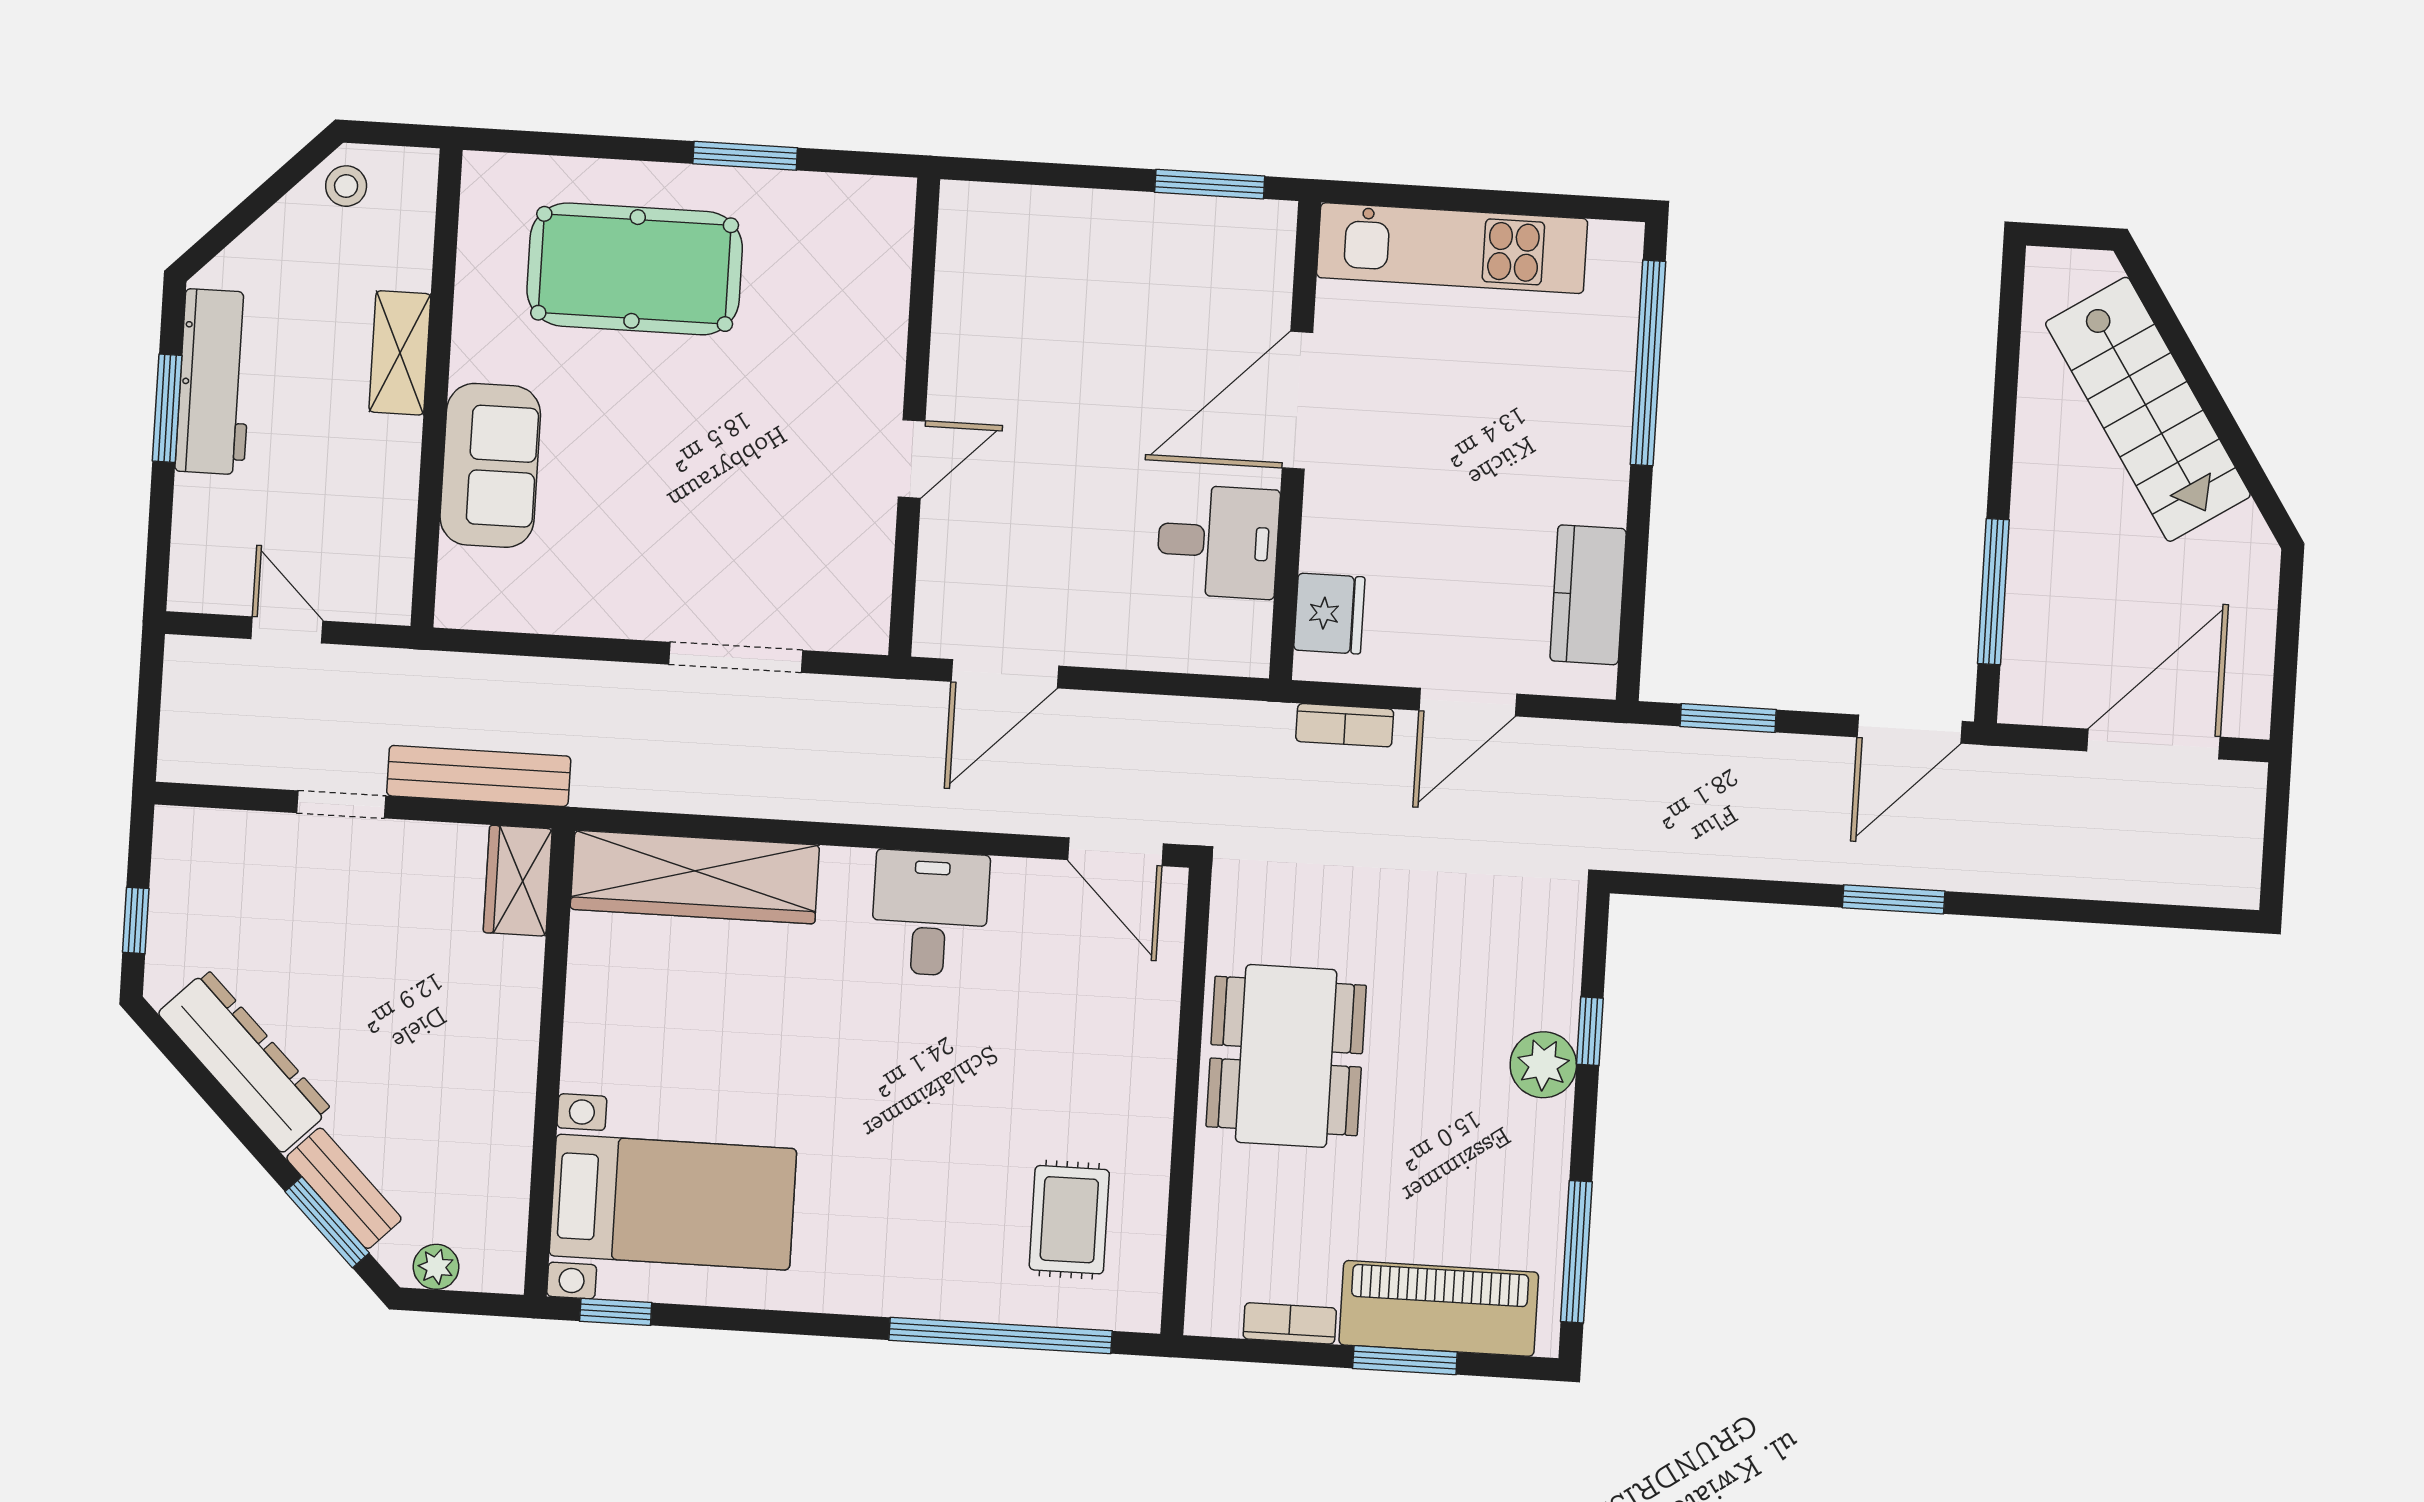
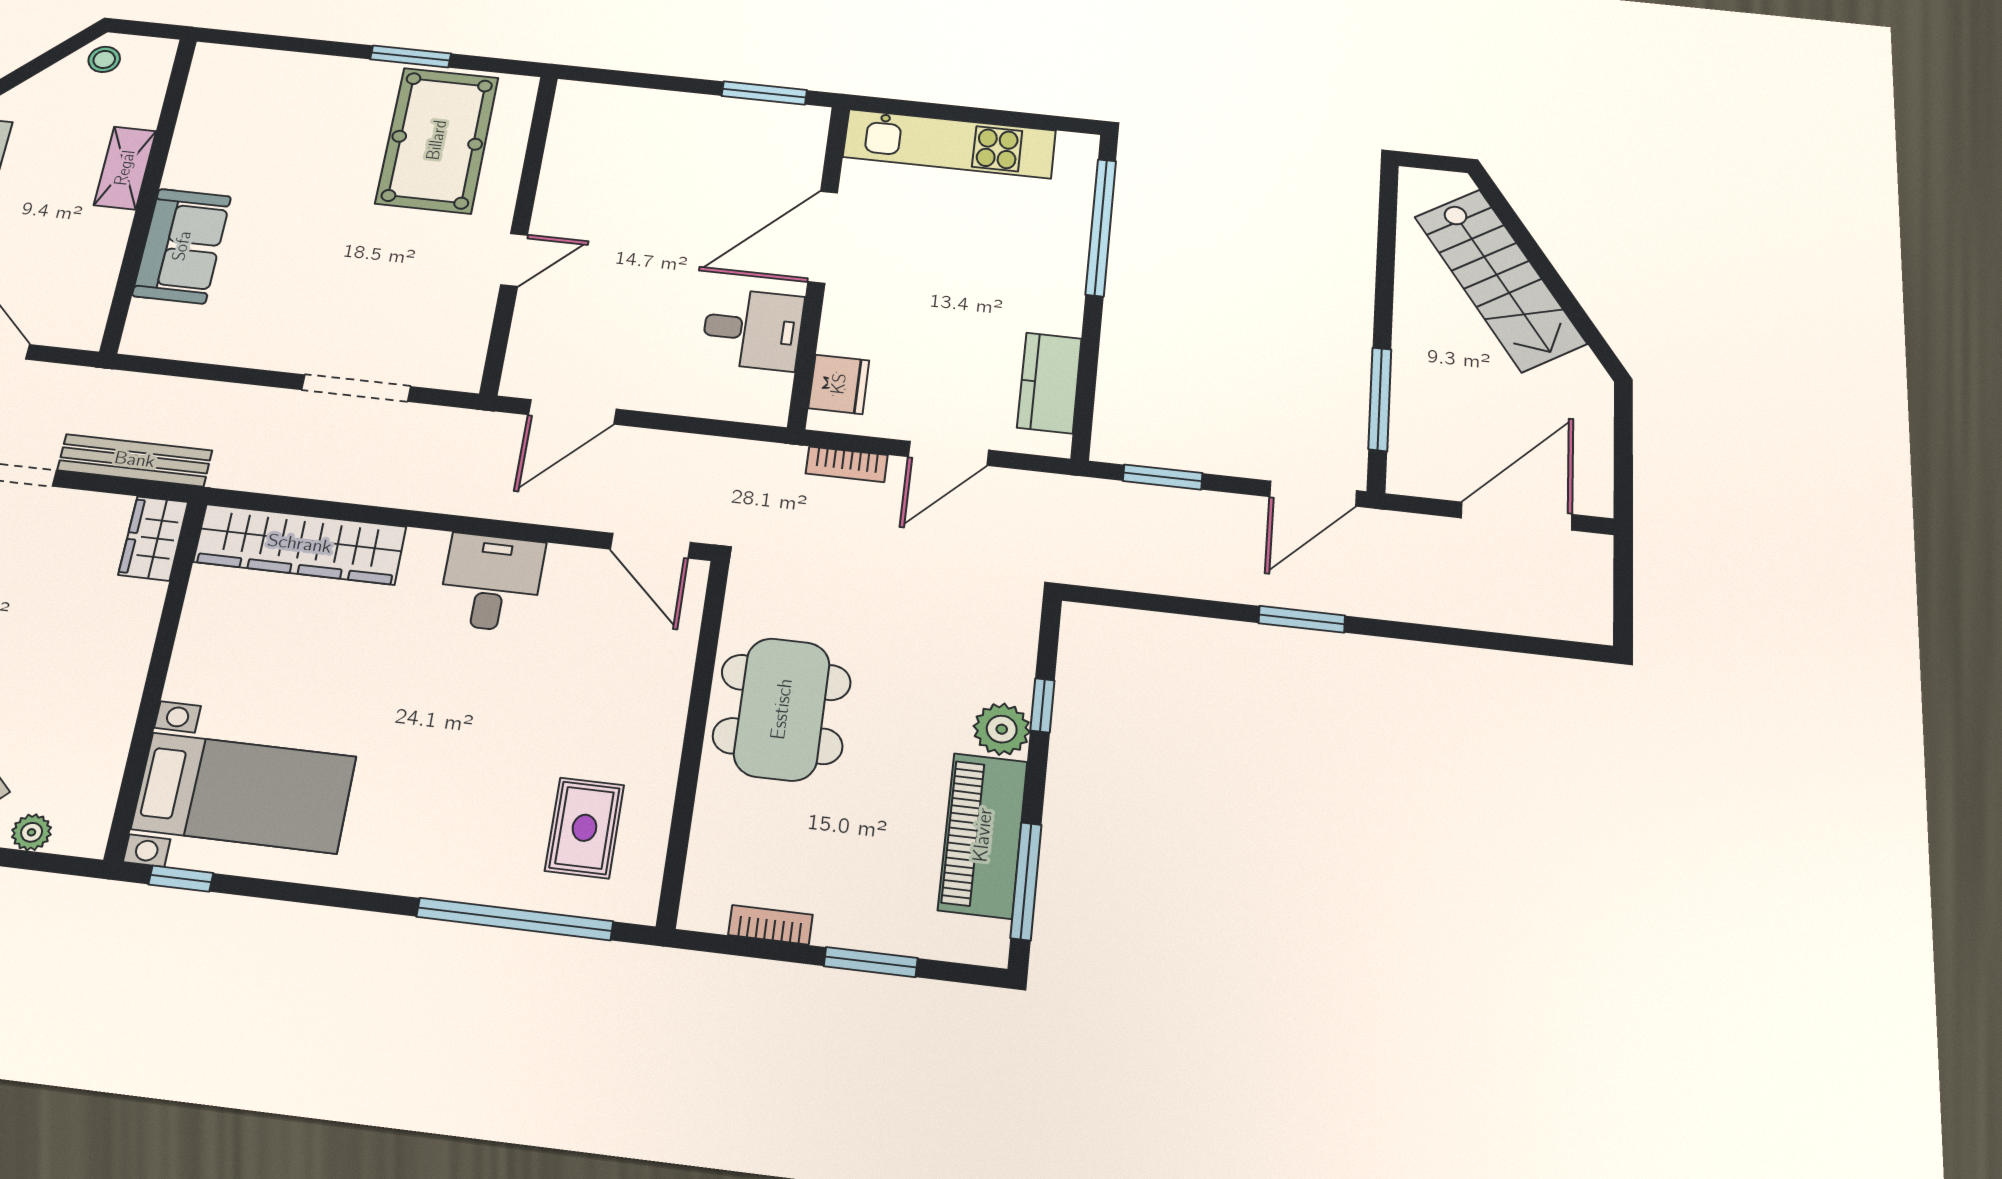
pool table: (635, 269) -> (437, 140), moved, turned 90
piano: (1439, 1308) -> (983, 835), moved, turned -90

